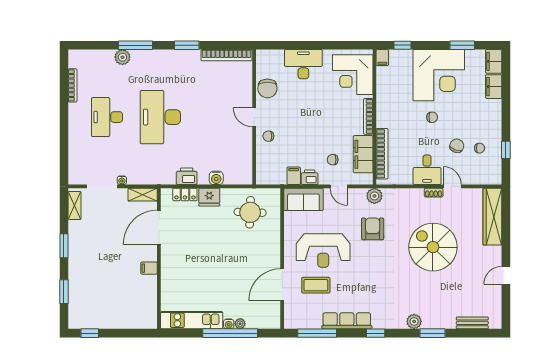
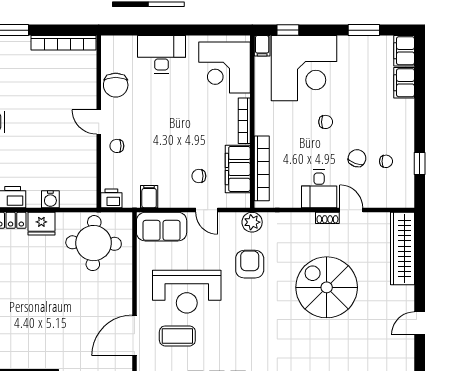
corner desk: (439, 75) -> (304, 68), moved
printer: (310, 177) -> (111, 198), moved
round table: (250, 212) -> (94, 243), width x1.36, depth x1.36

